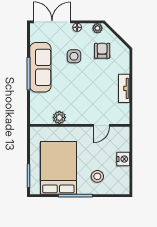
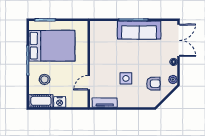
side table: (74, 56) -> (126, 78), moved
tv unit: (124, 88) -> (105, 103), moved
plant: (59, 117) -> (96, 47), removed
door: (101, 125) -> (89, 83), hinge flipped
cot: (122, 181) -> (41, 101), added

